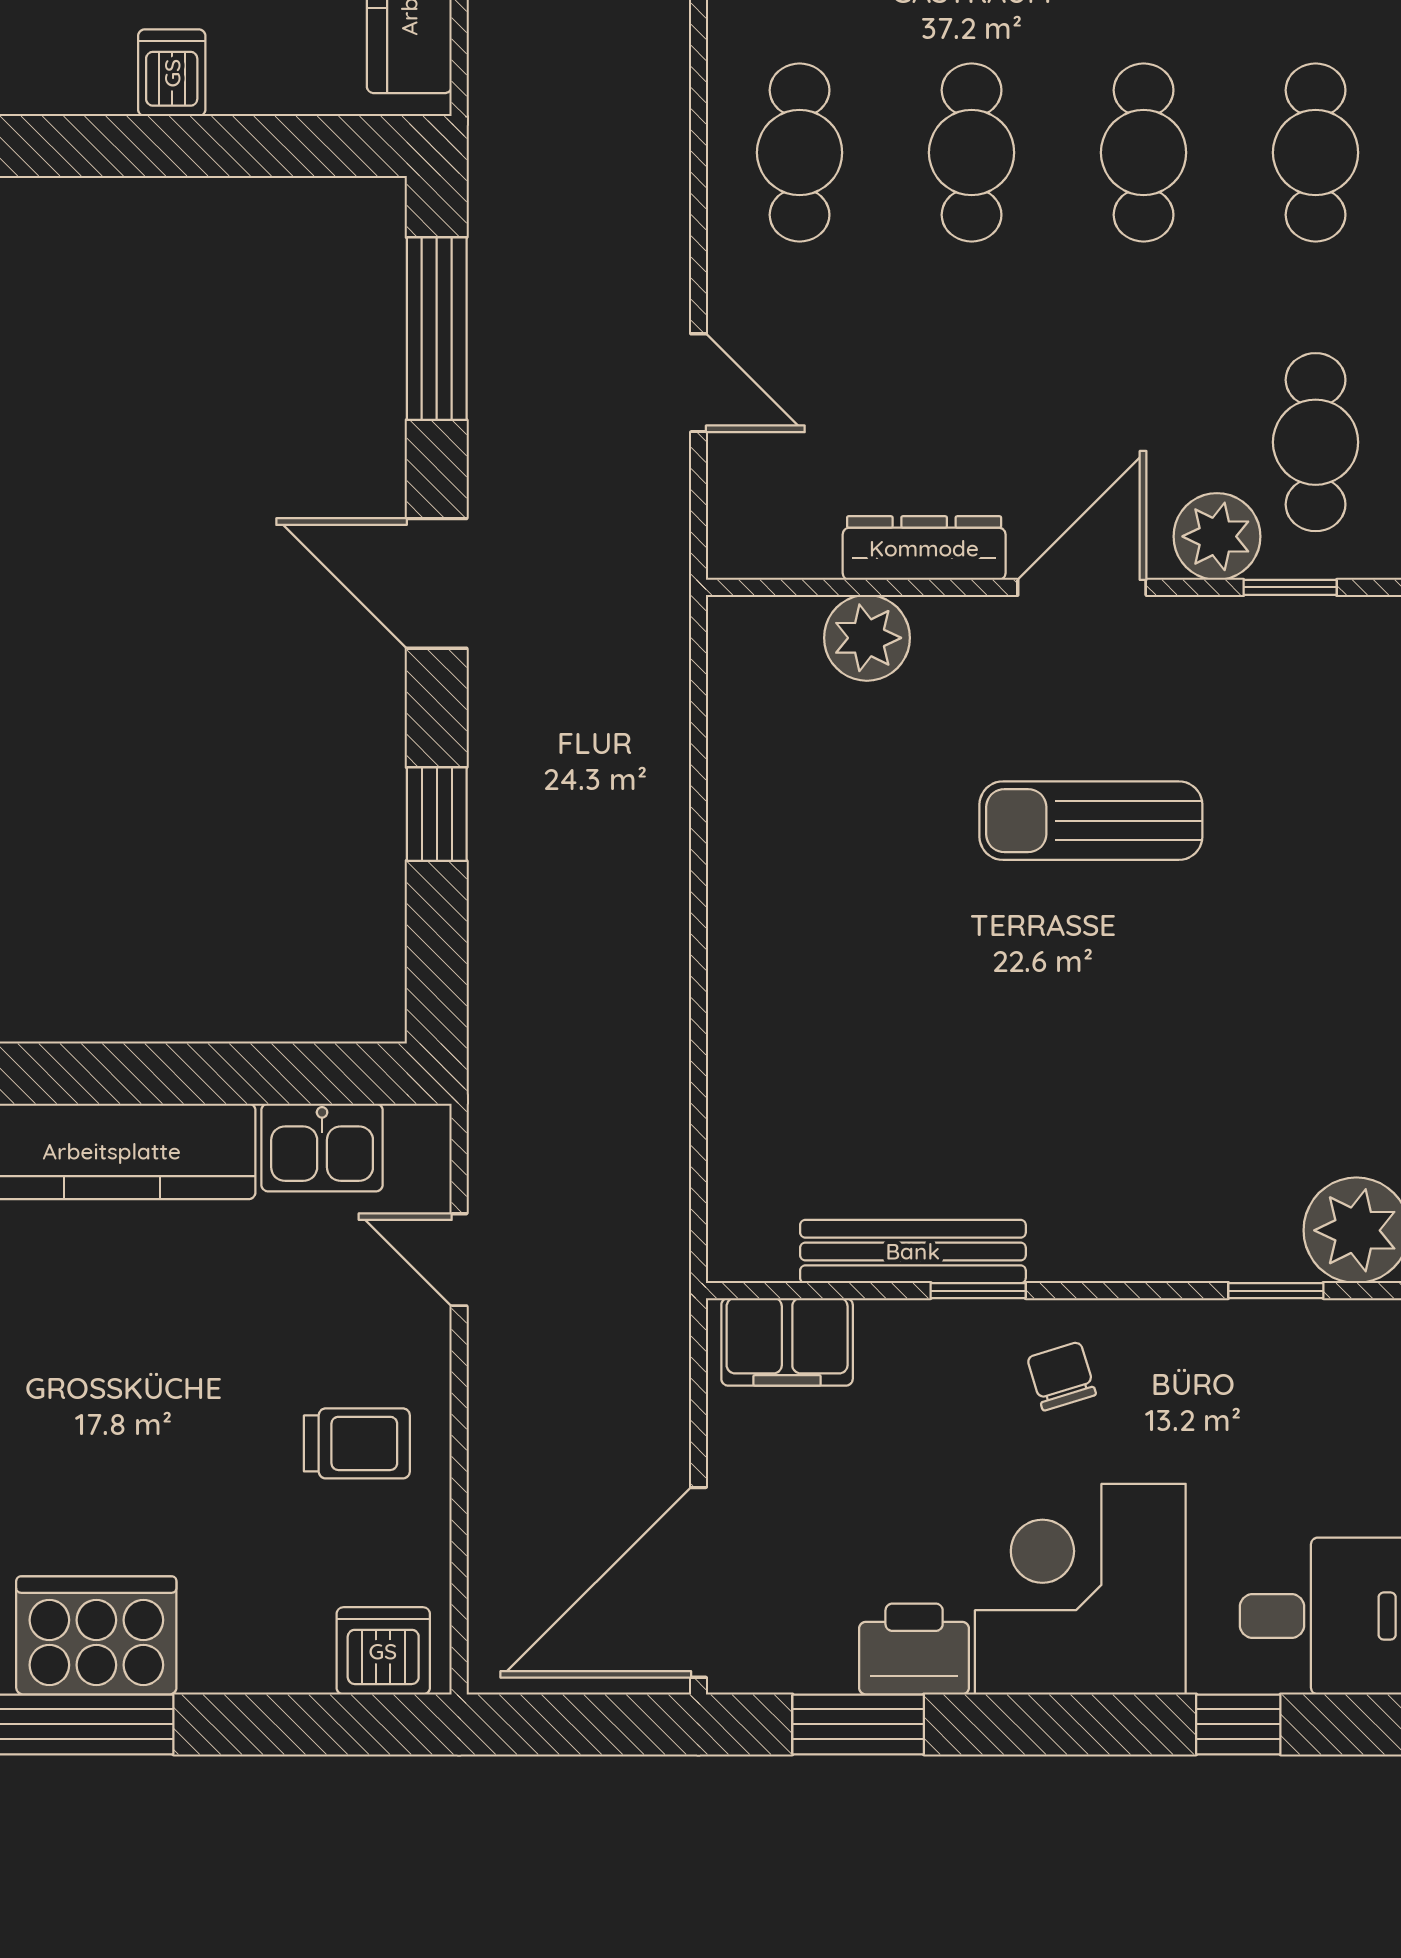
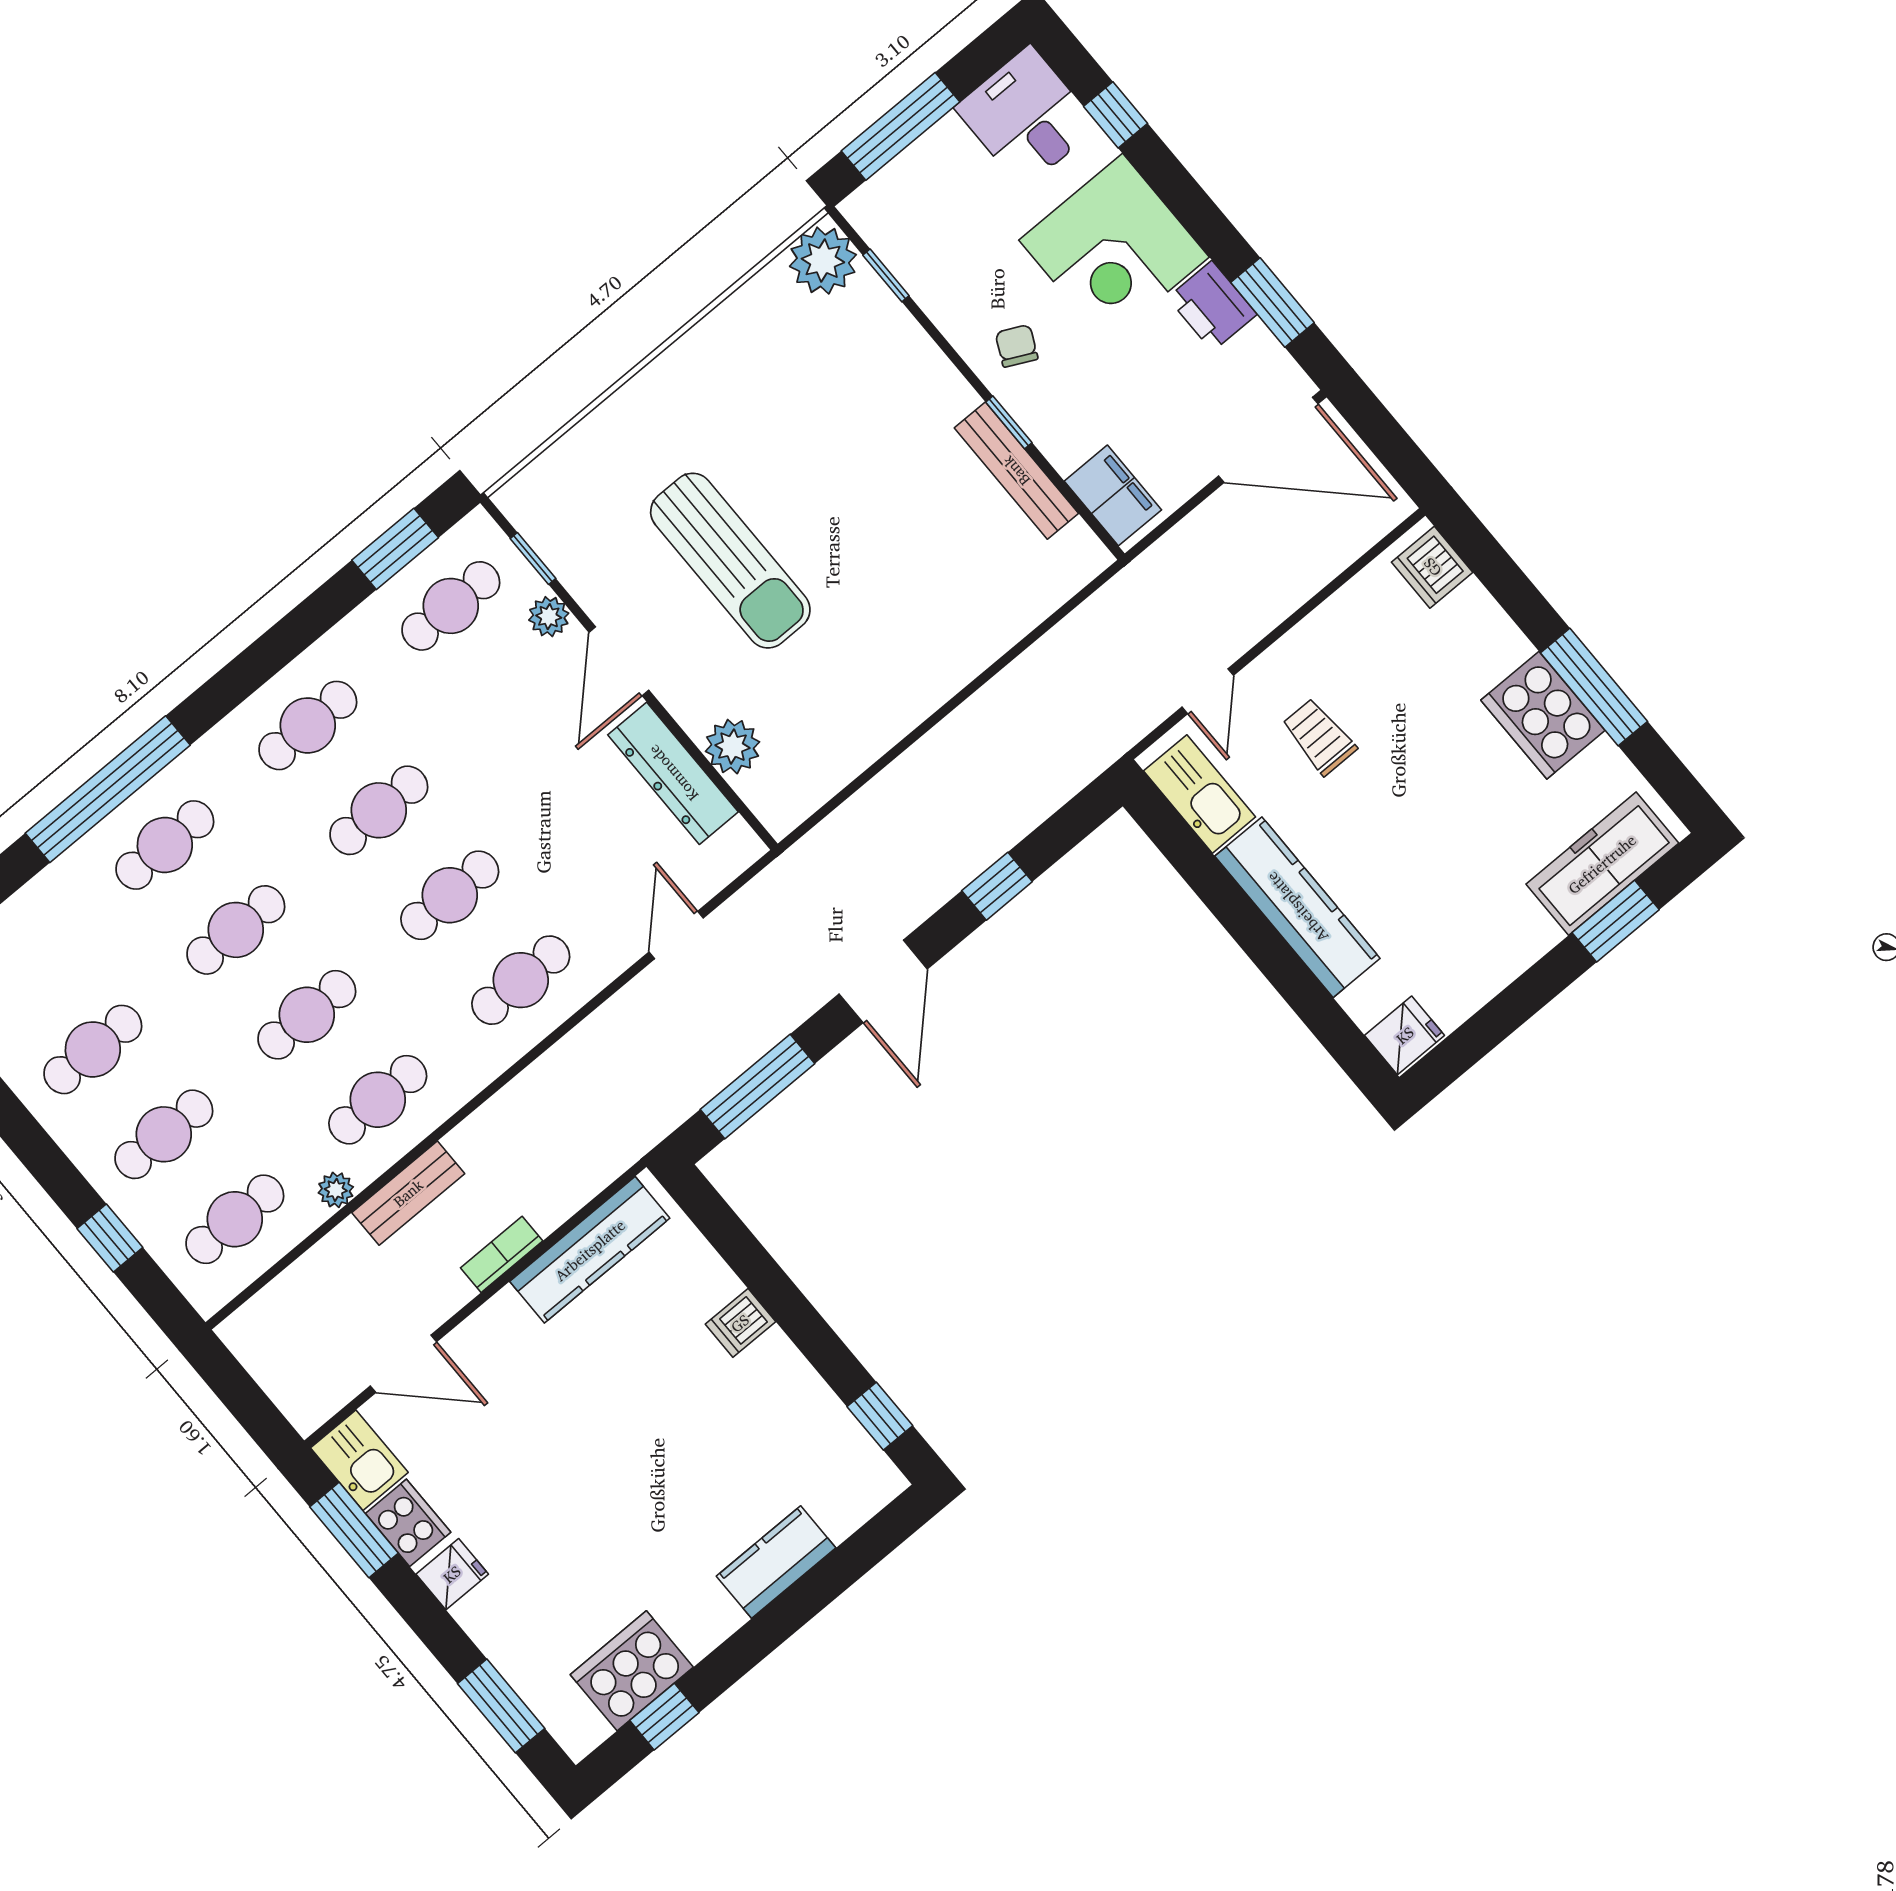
plant: (1217, 536) -> (549, 617), width x0.73, depth x0.73
dresser: (924, 548) -> (673, 773), width x1.37, depth x1.24
door: (1082, 587) -> (619, 661), hinge flipped
sun lounger: (1091, 821) -> (730, 561), width x1.36, depth x1.34
kitchen sink: (322, 1148) -> (1200, 794), width x1.38
chair: (1062, 1376) -> (1017, 346), turned 133
trolley: (357, 1443) -> (1319, 737), moved

